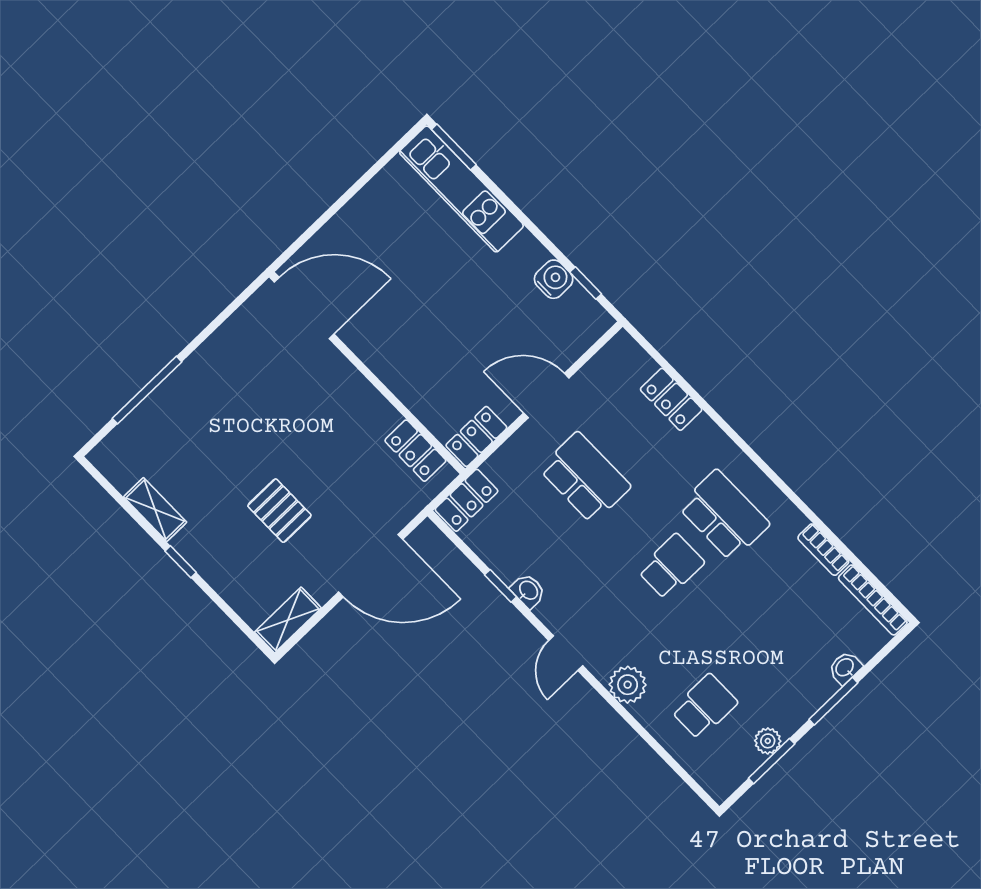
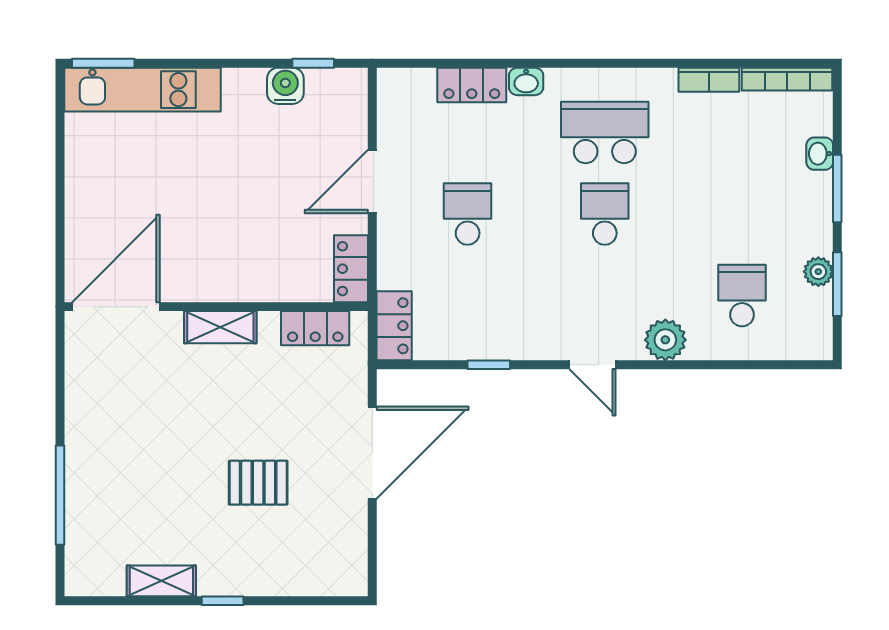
school desk: (585, 478) -> (468, 214), width x0.54
washbasin: (528, 591) -> (526, 81), moved, turned 180
shelving: (288, 620) -> (220, 327), moved, turned 90

